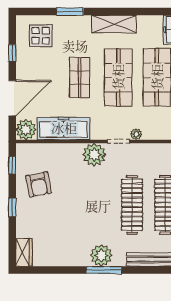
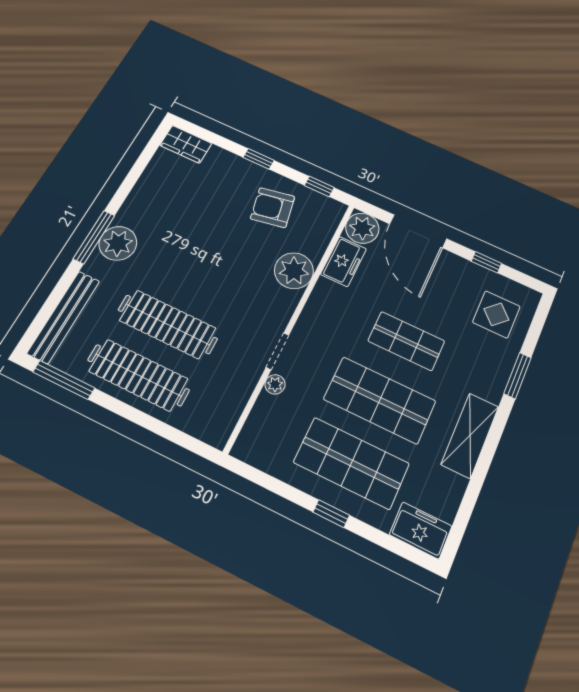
freezer: (64, 128) -> (343, 261), width x0.52, depth x0.79
plant: (94, 155) -> (294, 271), moved

